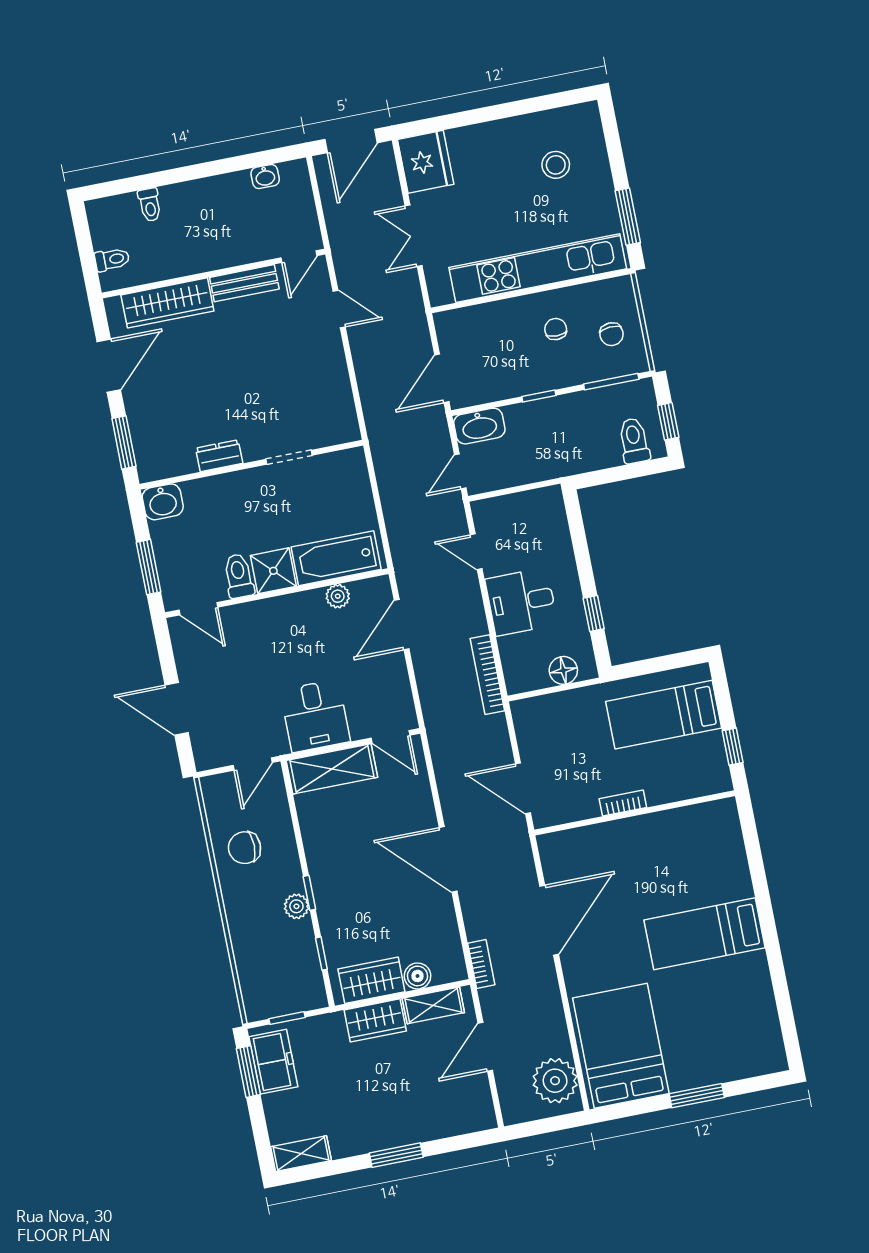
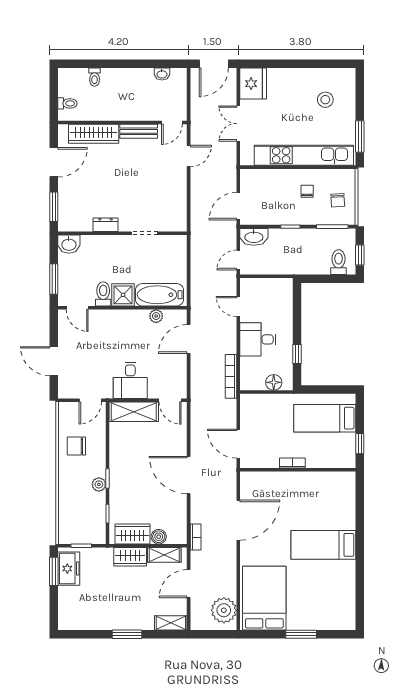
door: (339, 309) -> (189, 156), hinge flipped
shelving: (301, 1154) -> (171, 623), moved

